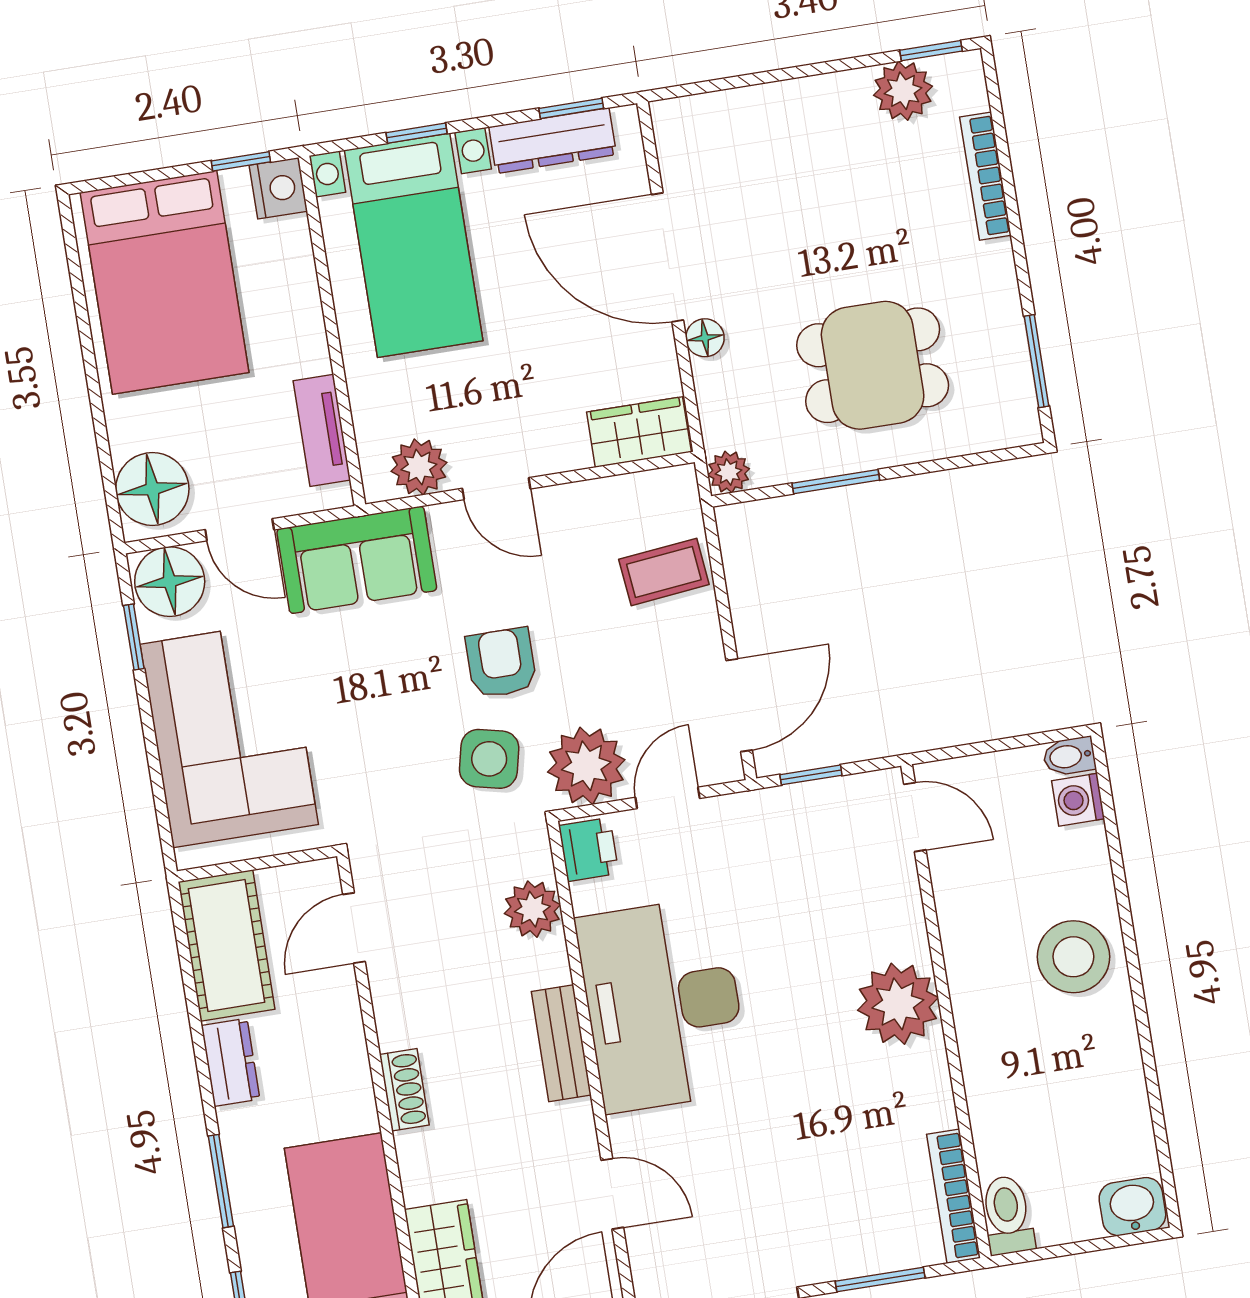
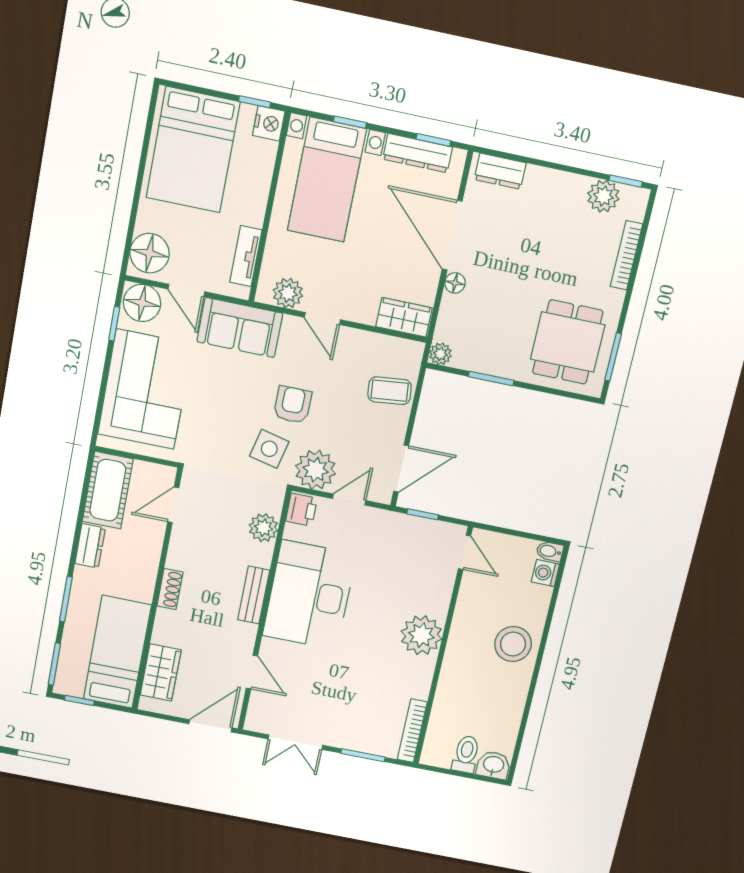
dresser: (707, 117) -> (500, 171), added
dining table: (873, 365) -> (568, 342), moved, turned 90
toilet: (1007, 1215) -> (466, 754), moved

